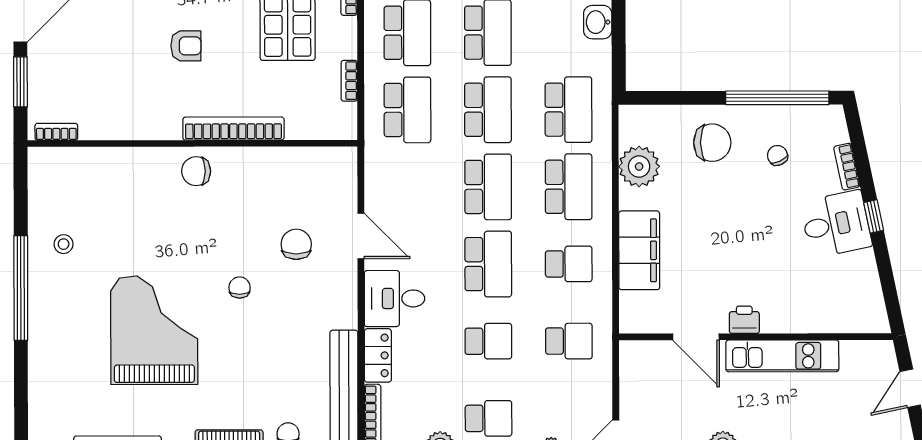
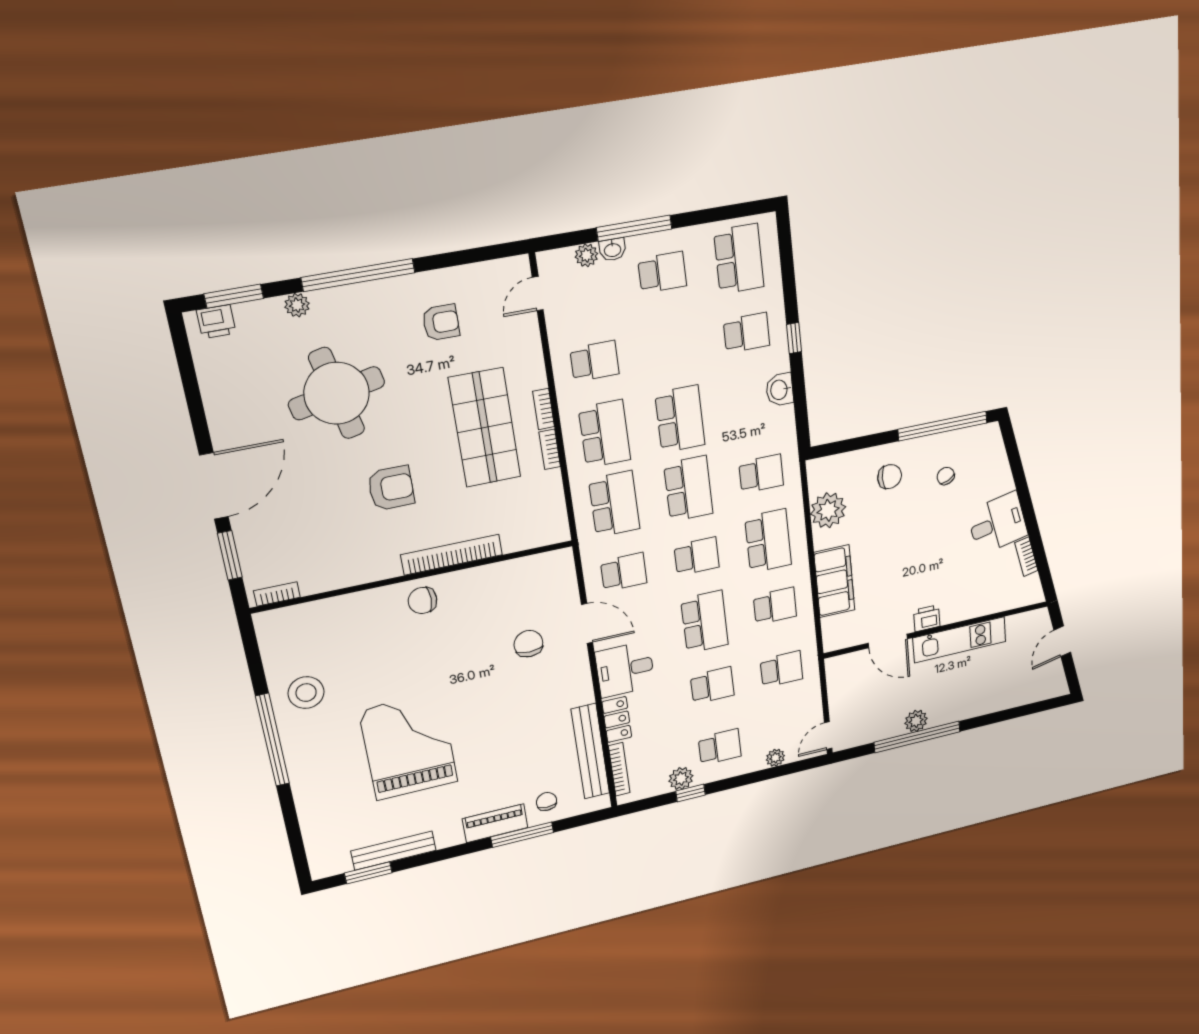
armchair: (186, 46) -> (391, 488), width x1.38, depth x1.38
bookcase: (349, 81) -> (550, 449), moved
school desk: (568, 110) -> (761, 474), width x0.54
chair: (712, 143) -> (890, 477), width x0.73, depth x0.73
bookcase: (847, 167) -> (1026, 557), moved
school desk: (408, 187) -> (624, 572), added
school desk: (488, 187) -> (697, 556), width x0.54
window: (874, 216) -> (1028, 510), removed
stool: (64, 244) -> (306, 693), width x1.89, depth x1.89
chair: (240, 288) -> (482, 692), removed

